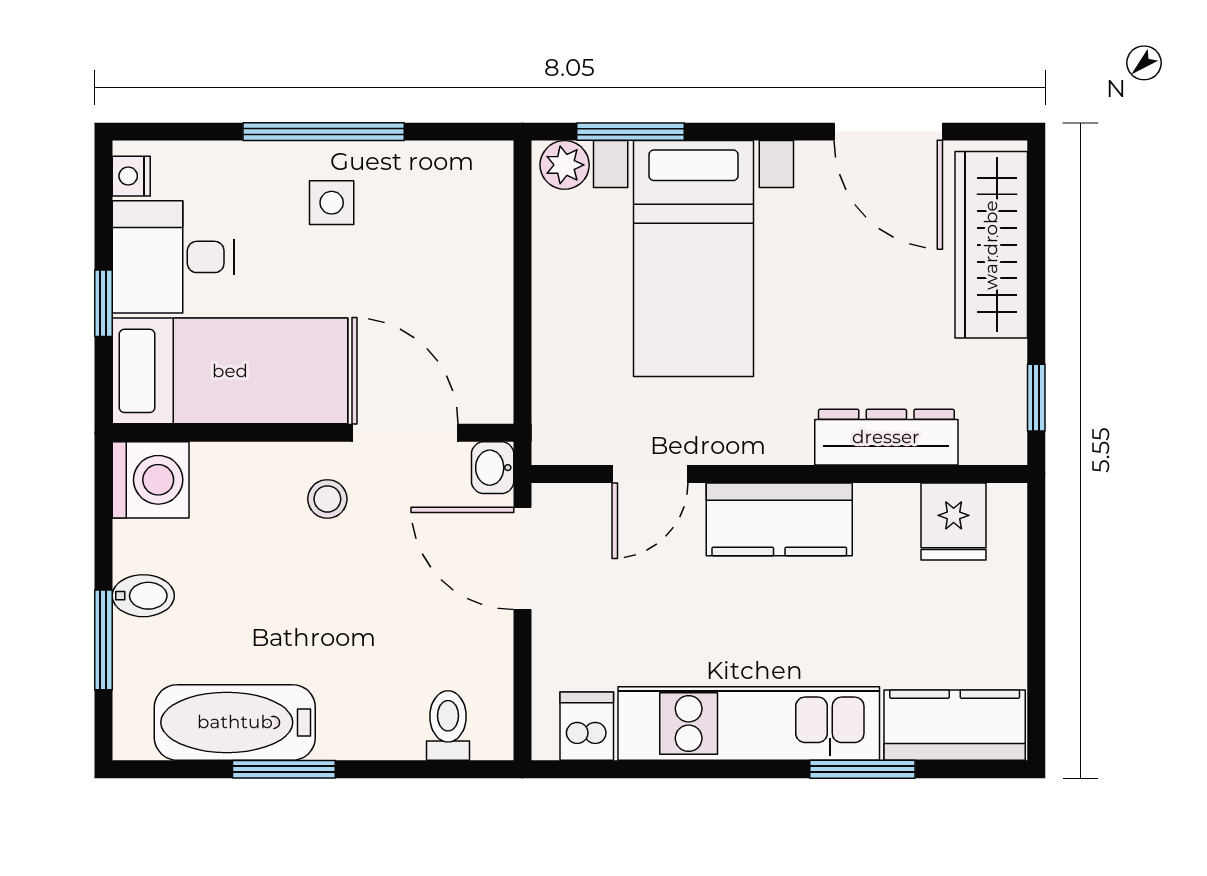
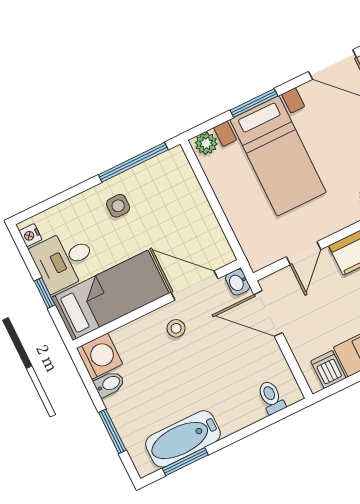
window: (324, 132) -> (133, 162), moved
window: (630, 132) -> (254, 103), moved
bidet: (143, 596) -> (109, 384), moved
window: (284, 769) -> (185, 462), moved

